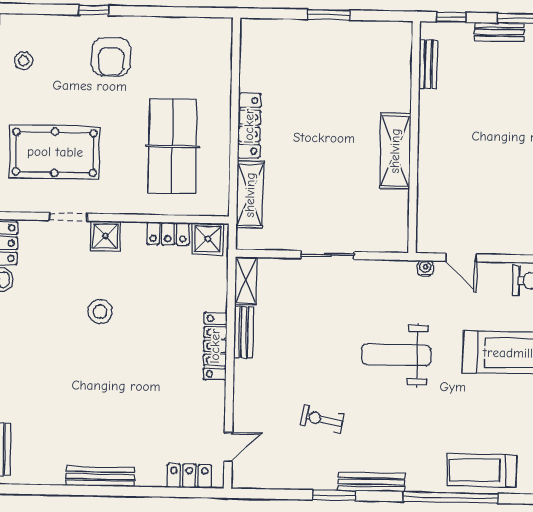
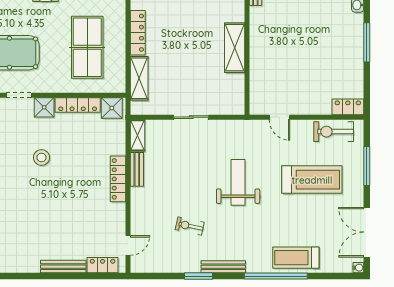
locker: (168, 234) -> (78, 105), width x1.53
water cooler: (425, 268) -> (256, 125), removed
weight bench: (396, 355) -> (238, 182), turned 90
bench: (100, 476) -> (63, 267), moved

